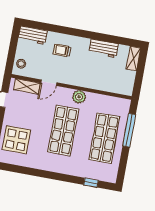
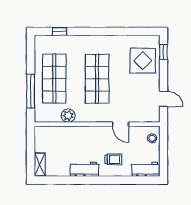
workbench: (104, 48) -> (84, 169), moved
door: (49, 83) -> (121, 124), swing flipped
shelving: (27, 86) -> (142, 117), removed
plant: (79, 97) -> (68, 116), moved

